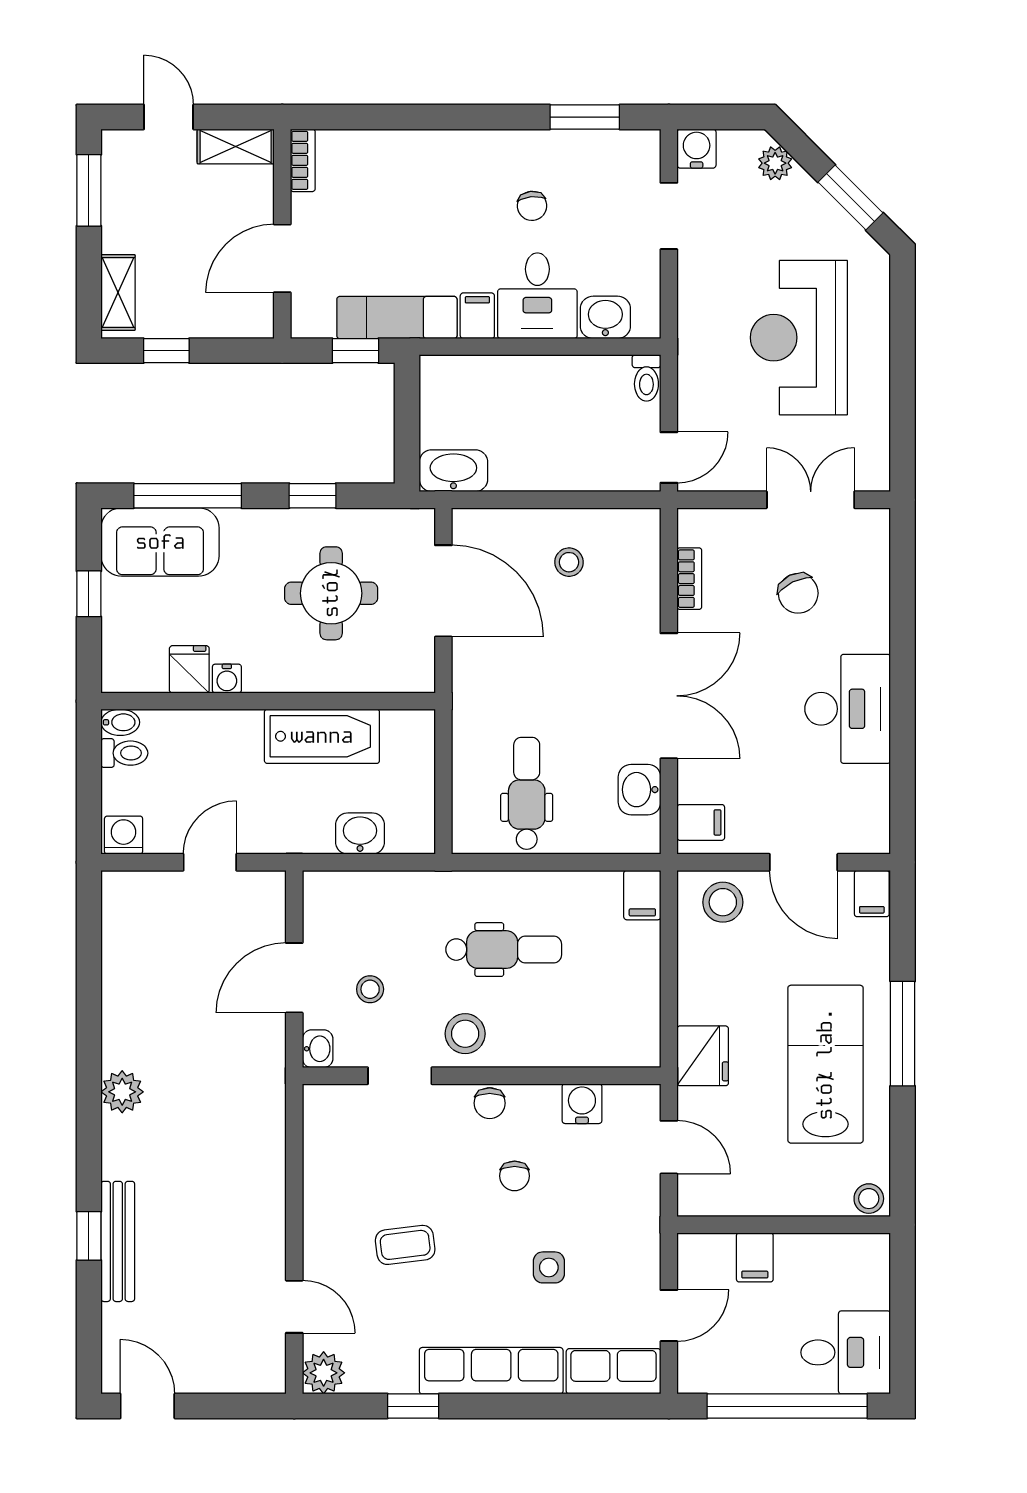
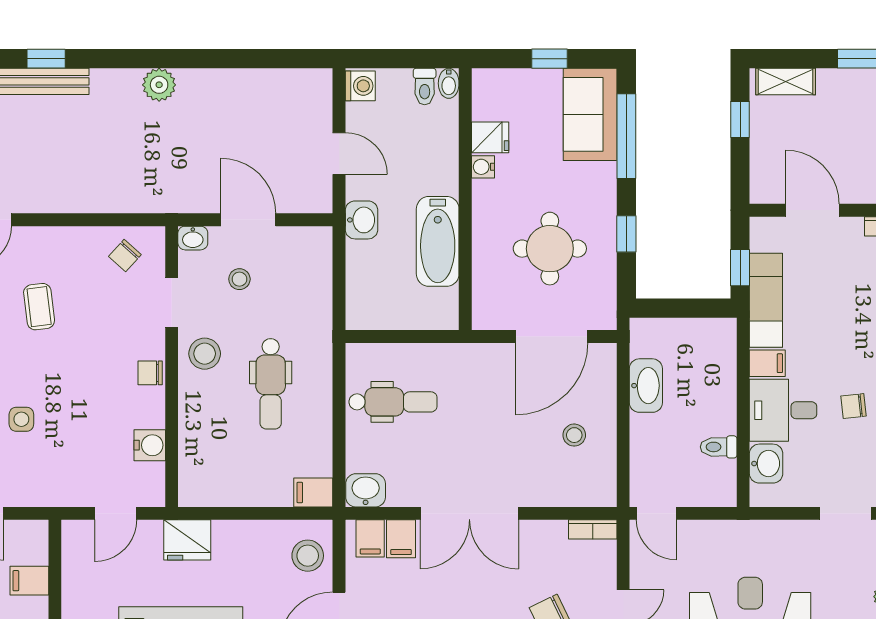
toilet: (646, 378) -> (719, 447), moved
washbasin: (453, 471) -> (646, 386), moved
bookcase: (689, 579) -> (593, 529), moved
filing cabinet: (701, 783) -> (401, 539), added
washbasin: (640, 790) -> (366, 490), moved
washbasin: (360, 834) -> (362, 220), moved
chair: (515, 1176) -> (125, 256), moved, turned -48

